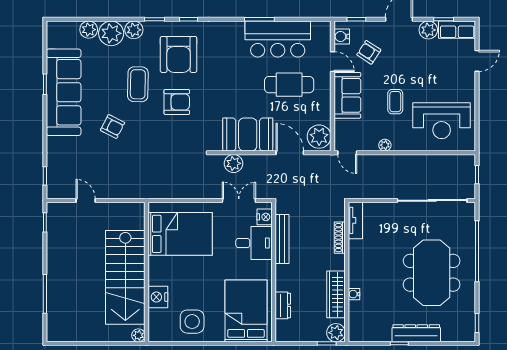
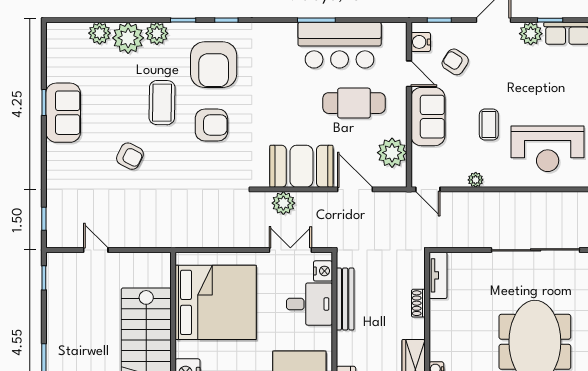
sofa: (64, 92) -> (63, 113), width x0.54, depth x0.79
plant: (319, 137) -> (392, 153), moved
bed: (180, 234) -> (216, 302), width x1.36
shoe rack: (340, 238) -> (418, 303), width x0.70

